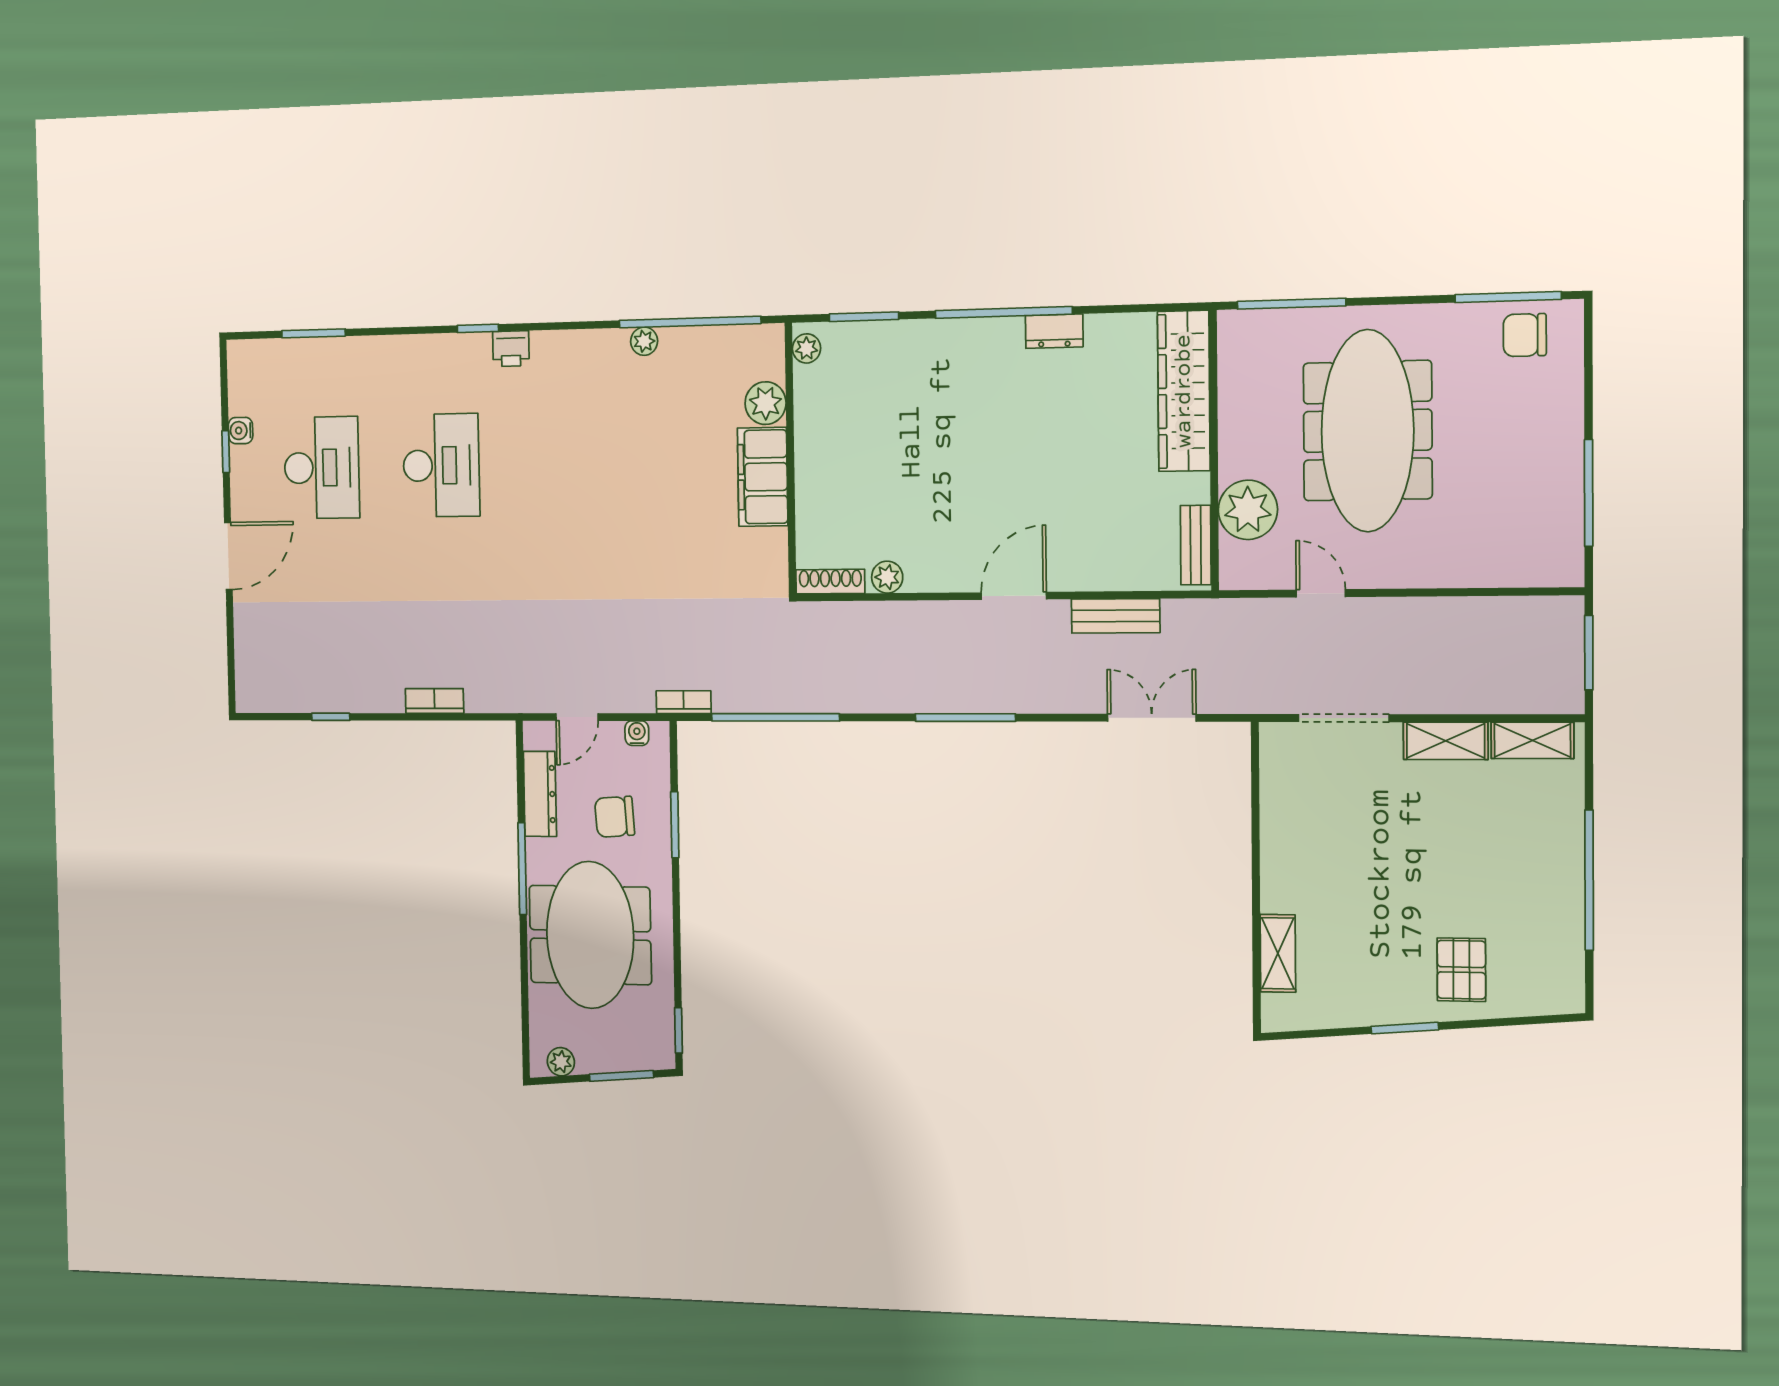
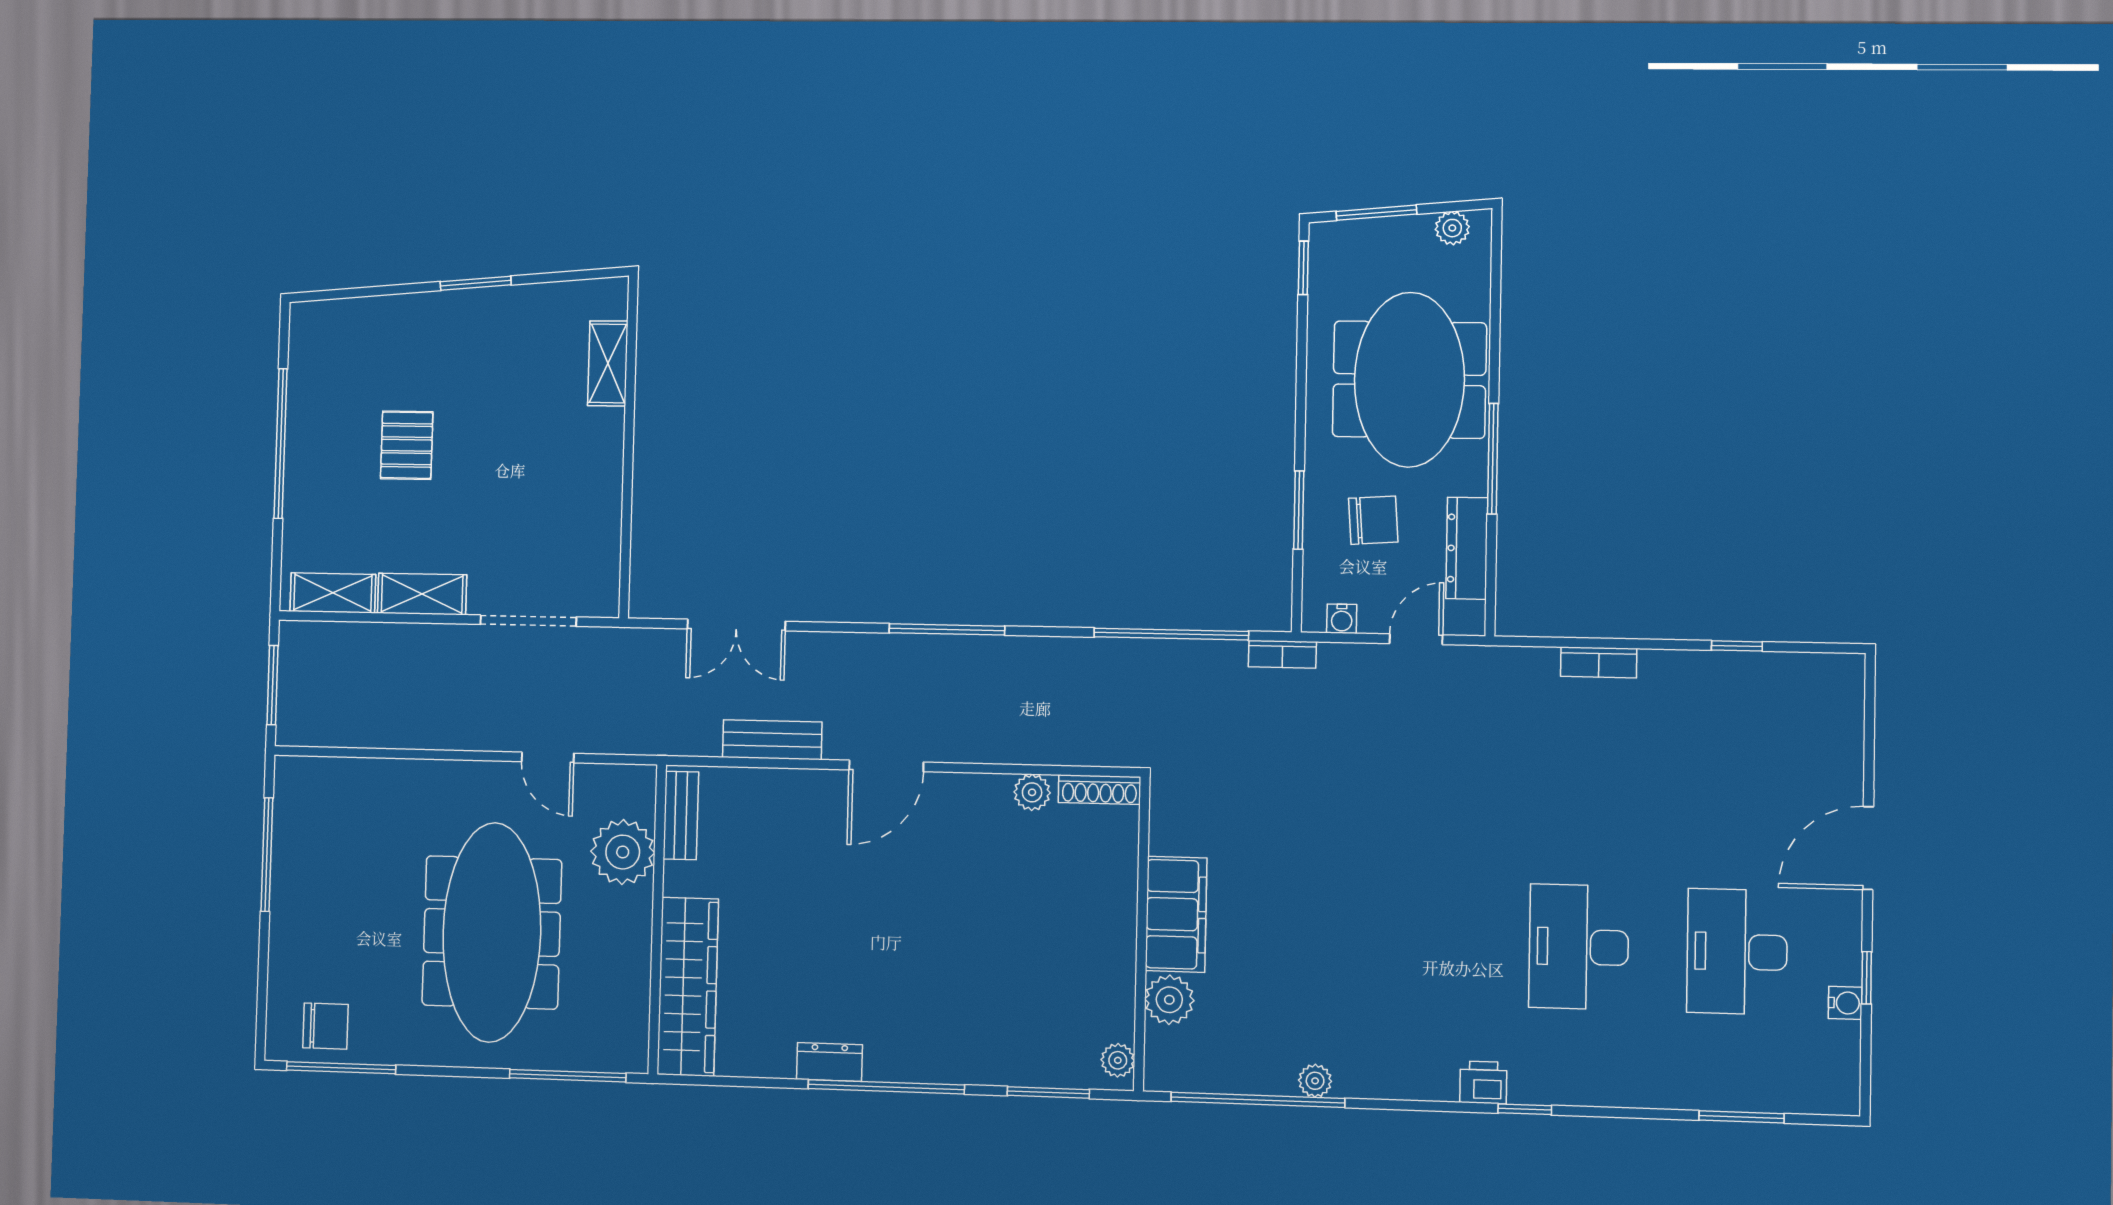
pallet: (1461, 970) -> (407, 445), moved

